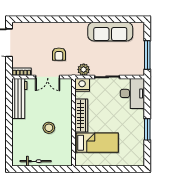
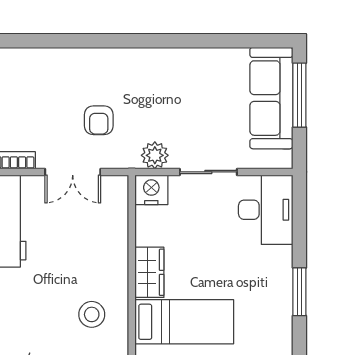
sofa: (110, 32) -> (271, 98), moved, turned 90
window: (147, 55) -> (299, 95), moved
wardrobe: (81, 115) -> (149, 272), width x0.67
stool: (49, 128) -> (92, 314), moved

